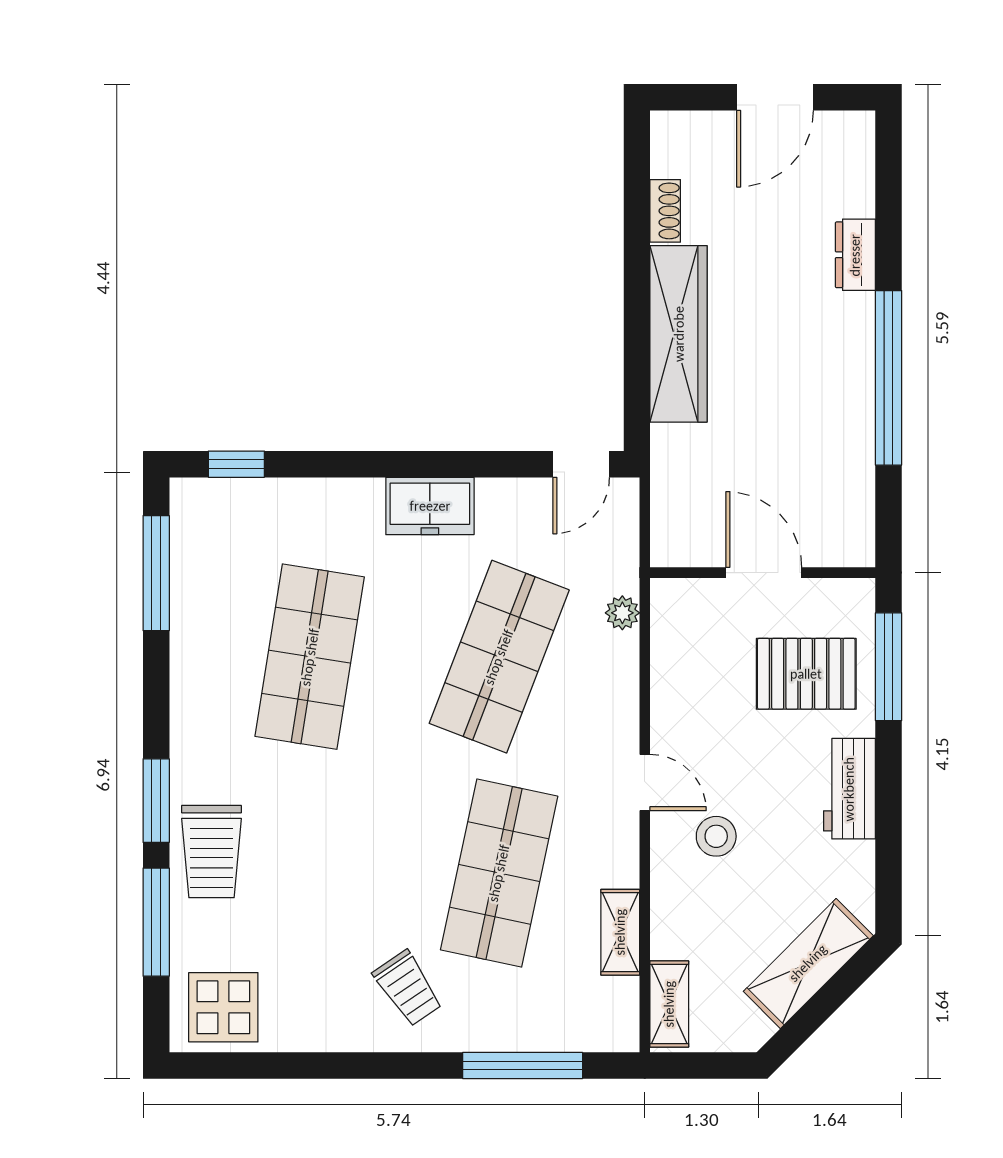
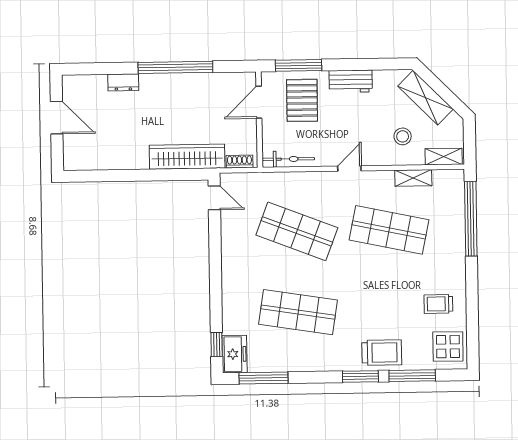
shoe rack: (665, 211) -> (239, 162), moved
wardrobe: (679, 334) -> (187, 157), moved
freezer: (430, 506) -> (235, 354), moved
door: (764, 573) -> (259, 102), moved
plant: (622, 613) -> (277, 179), removed
bicycle: (669, 640) -> (288, 159), added
stool: (716, 836) -> (403, 136), moved
trolley: (408, 988) -> (438, 304), moved, turned -146
window: (523, 1065) -> (471, 219), width x1.46

